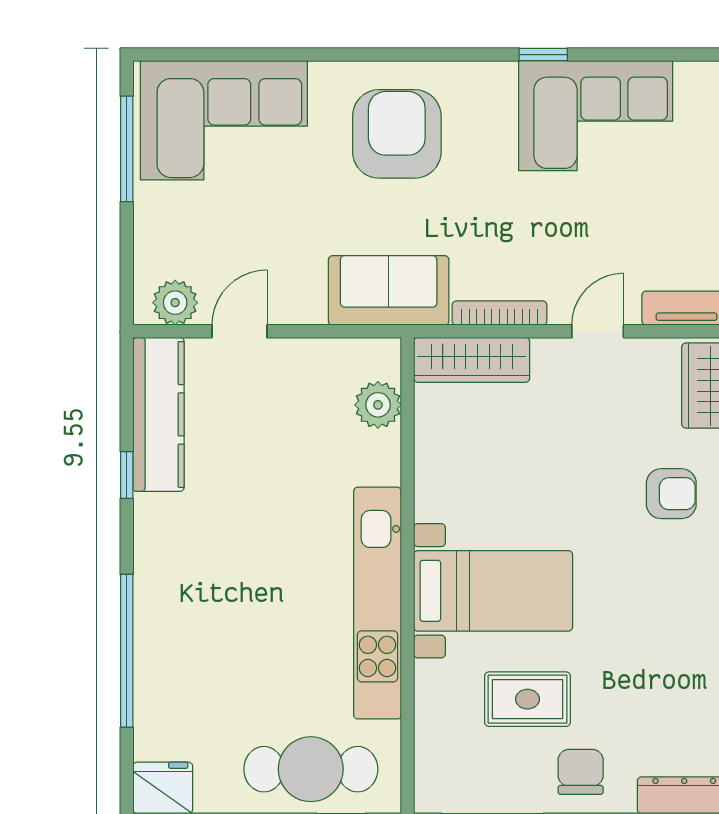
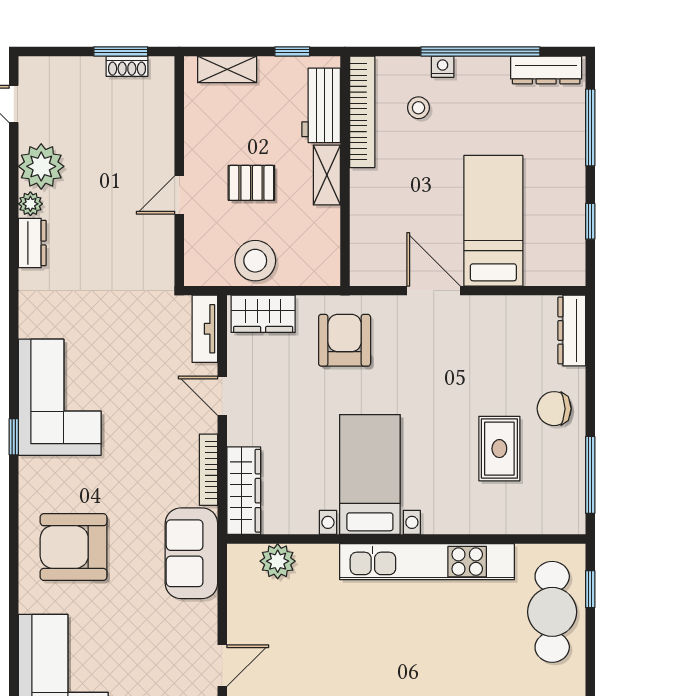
door: (239, 331) -> (222, 666), swing flipped
armchair: (671, 494) -> (345, 340), width x1.38, depth x1.38
bed with nightstands: (493, 591) -> (370, 475), moved

